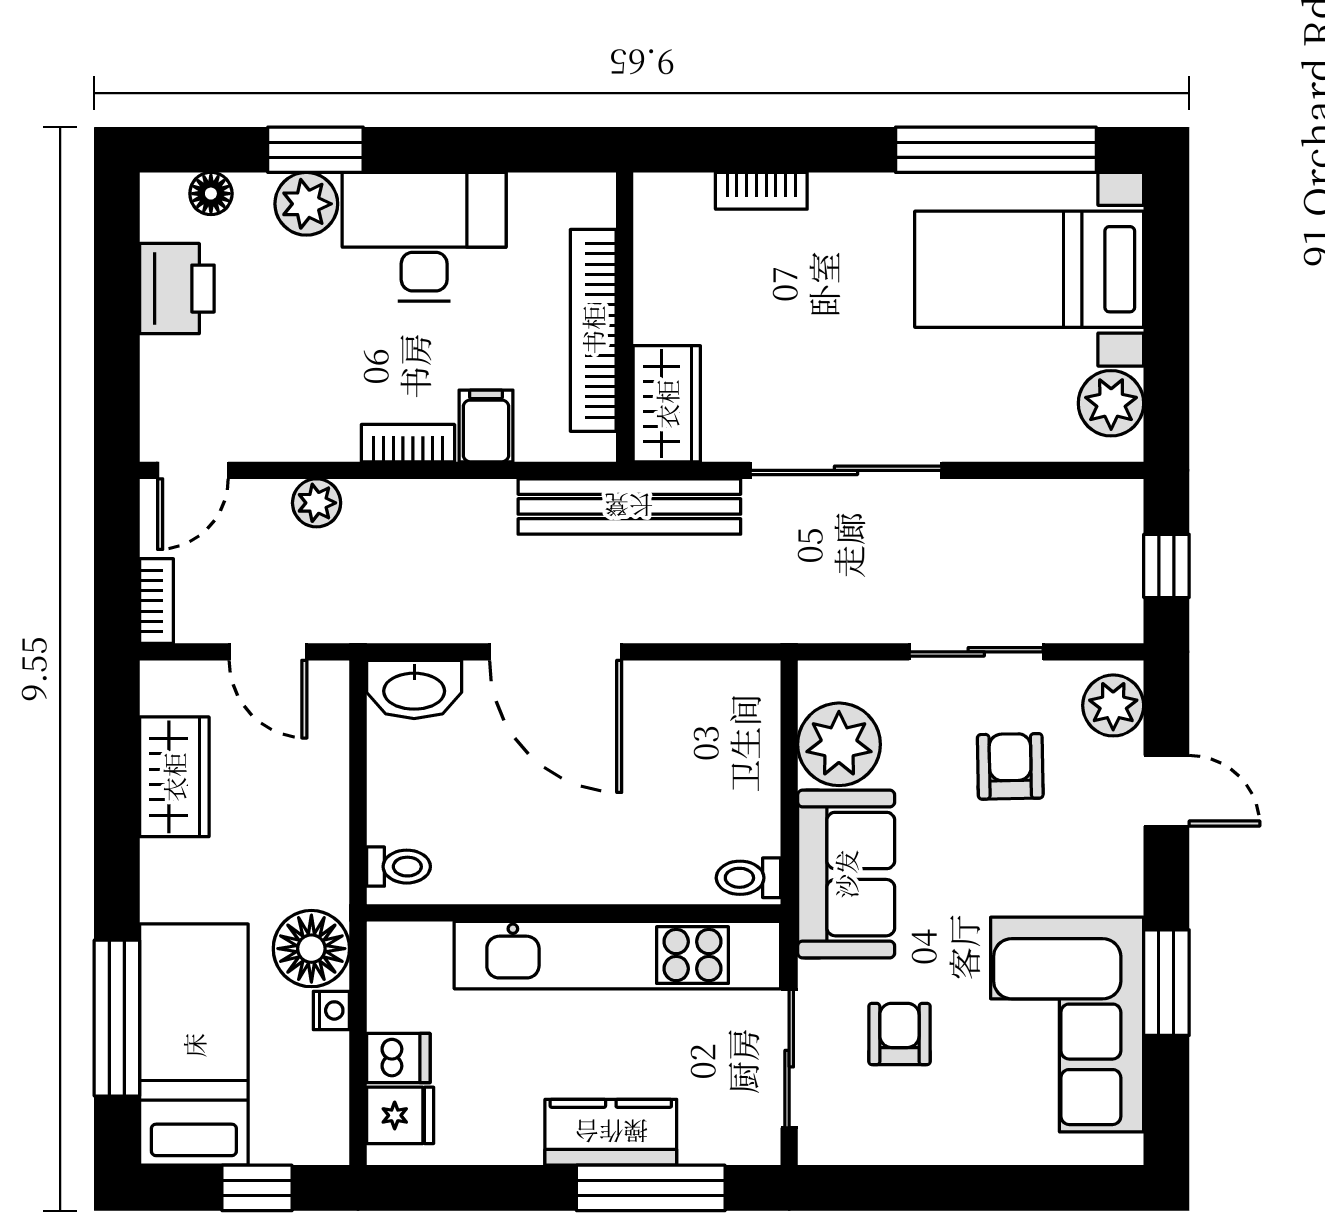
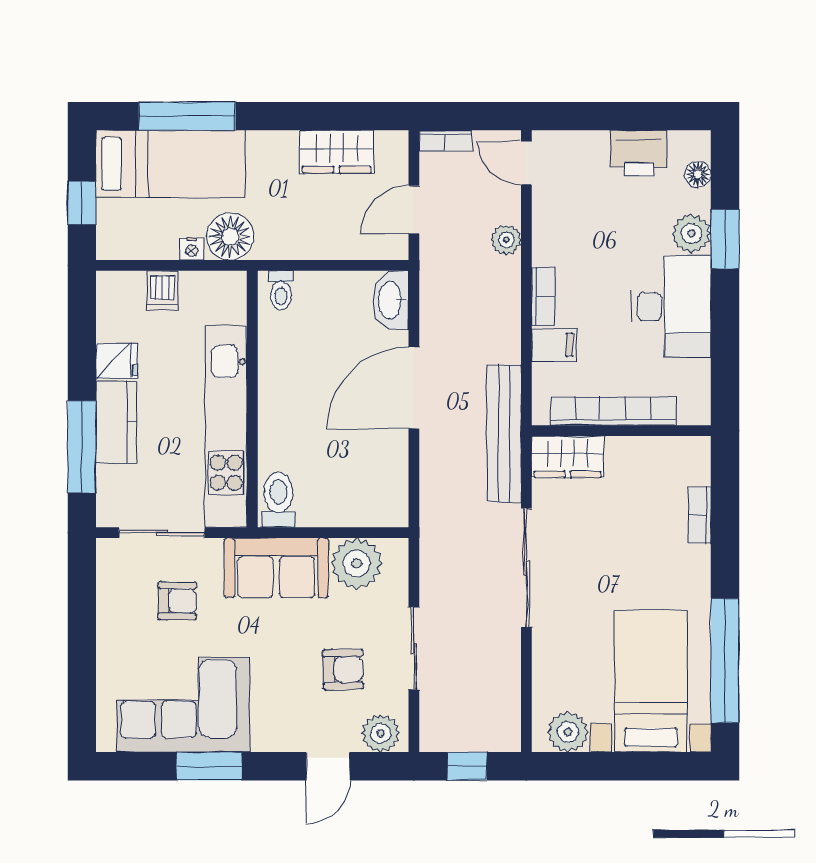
toilet: (748, 878) -> (279, 500), width x1.37, depth x1.39
fridge: (400, 1115) -> (117, 361), moved, turned -90

